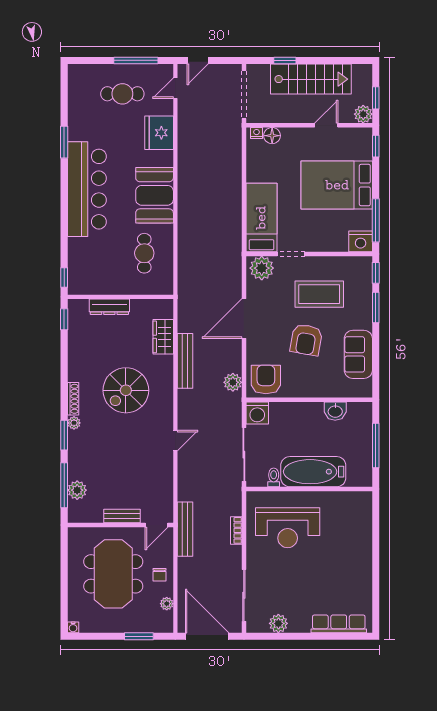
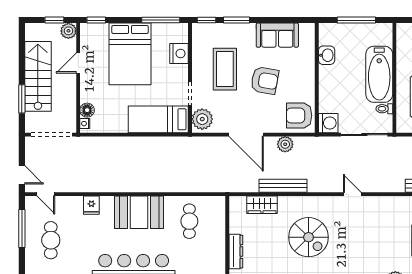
window: (285, 60) -> (22, 99), width x1.50
door: (326, 125) -> (78, 63), hinge flipped
fridge: (159, 133) -> (91, 205), width x0.53, depth x0.75
nightstand: (361, 241) -> (179, 53), moved
cafe table: (144, 253) -> (189, 221), turned 90
plant: (233, 382) -> (285, 144), moved

